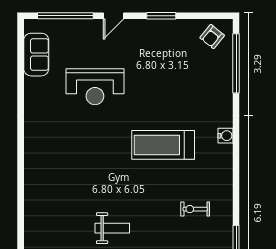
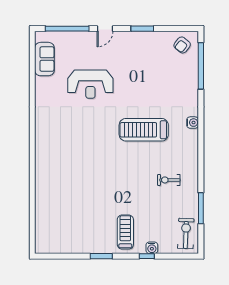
weight bench: (112, 228) -> (104, 195), removed

